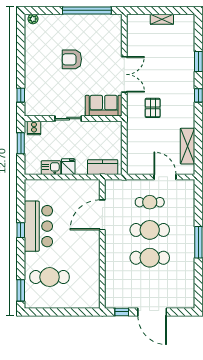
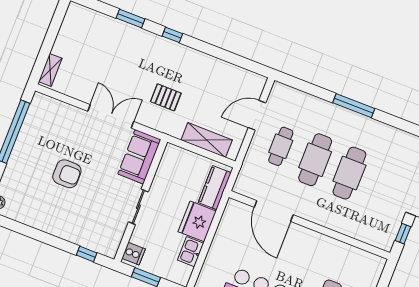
shelving: (162, 19) -> (50, 70), moved
armchair: (72, 59) -> (67, 174), turned -90
shelving: (188, 146) -> (207, 140), moved
fridge: (68, 167) -> (197, 221), width x1.88, depth x1.34

